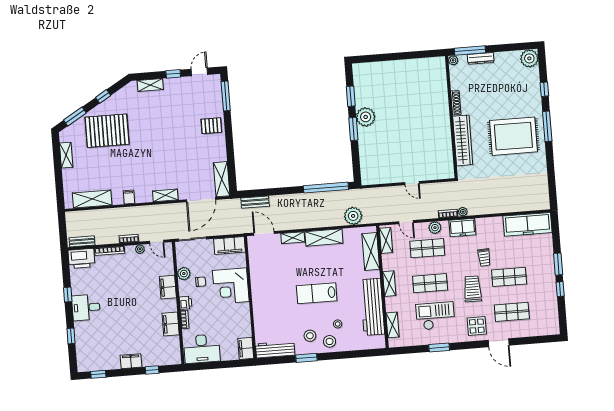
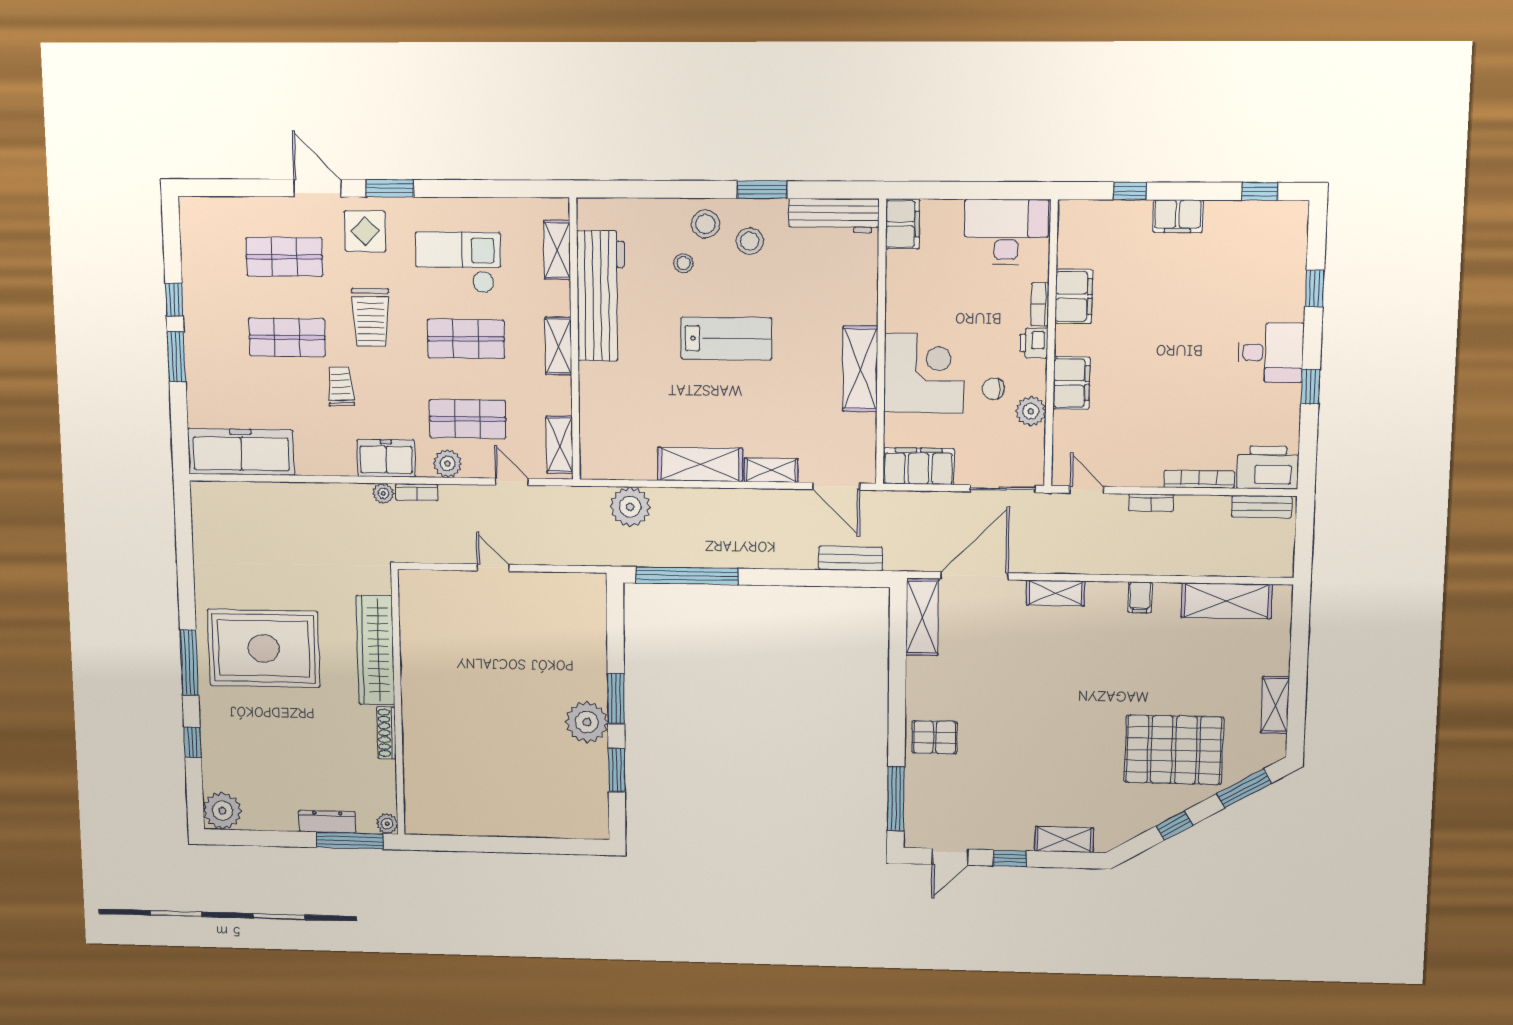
plant: (140, 249) -> (1128, 476), removed
shelving: (371, 251) -> (860, 369), moved
checkout: (435, 316) -> (458, 263), turned 180
window: (439, 347) -> (390, 188), moved

